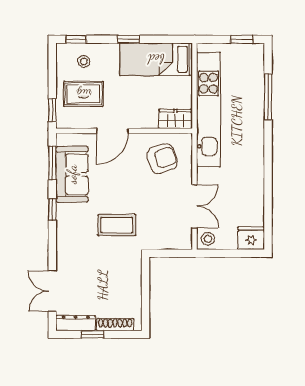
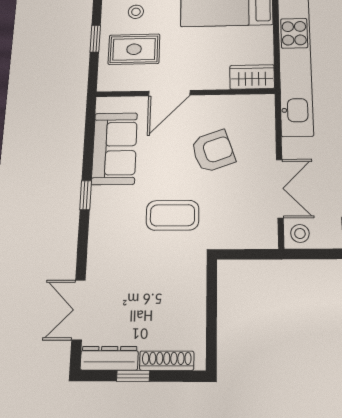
window: (52, 110) -> (95, 39), moved
armchair: (162, 159) -> (213, 151), moved
window: (52, 163) -> (89, 134), removed

